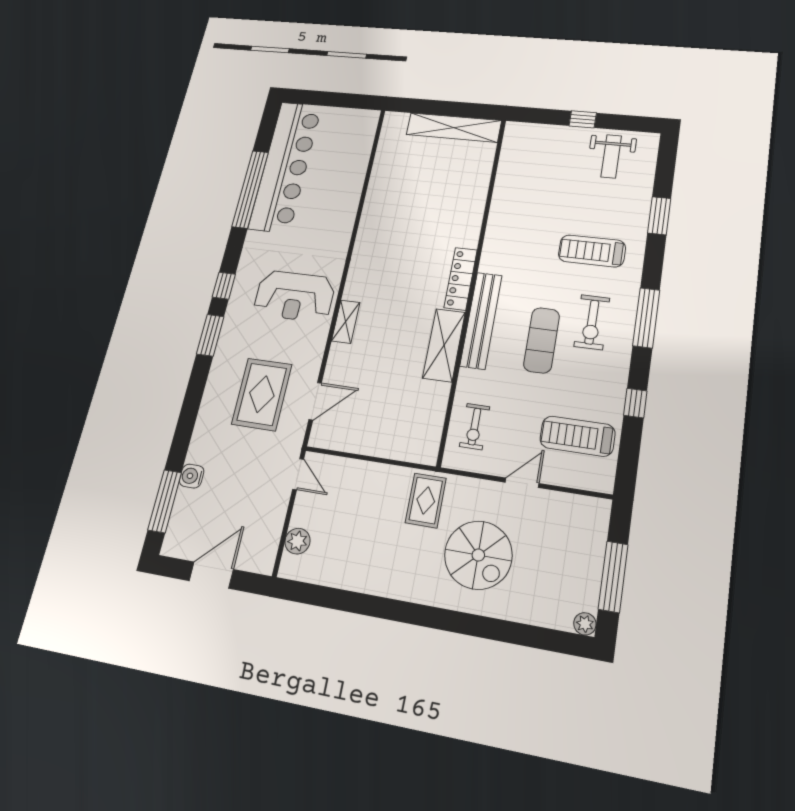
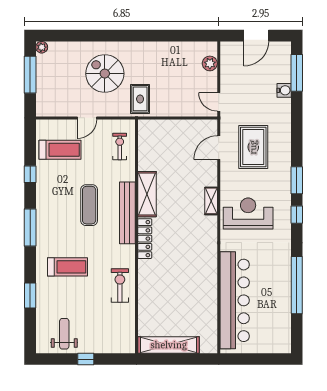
bar counter: (285, 166) -> (235, 300), moved, turned 180
exercise bike: (592, 322) -> (120, 286), moved

